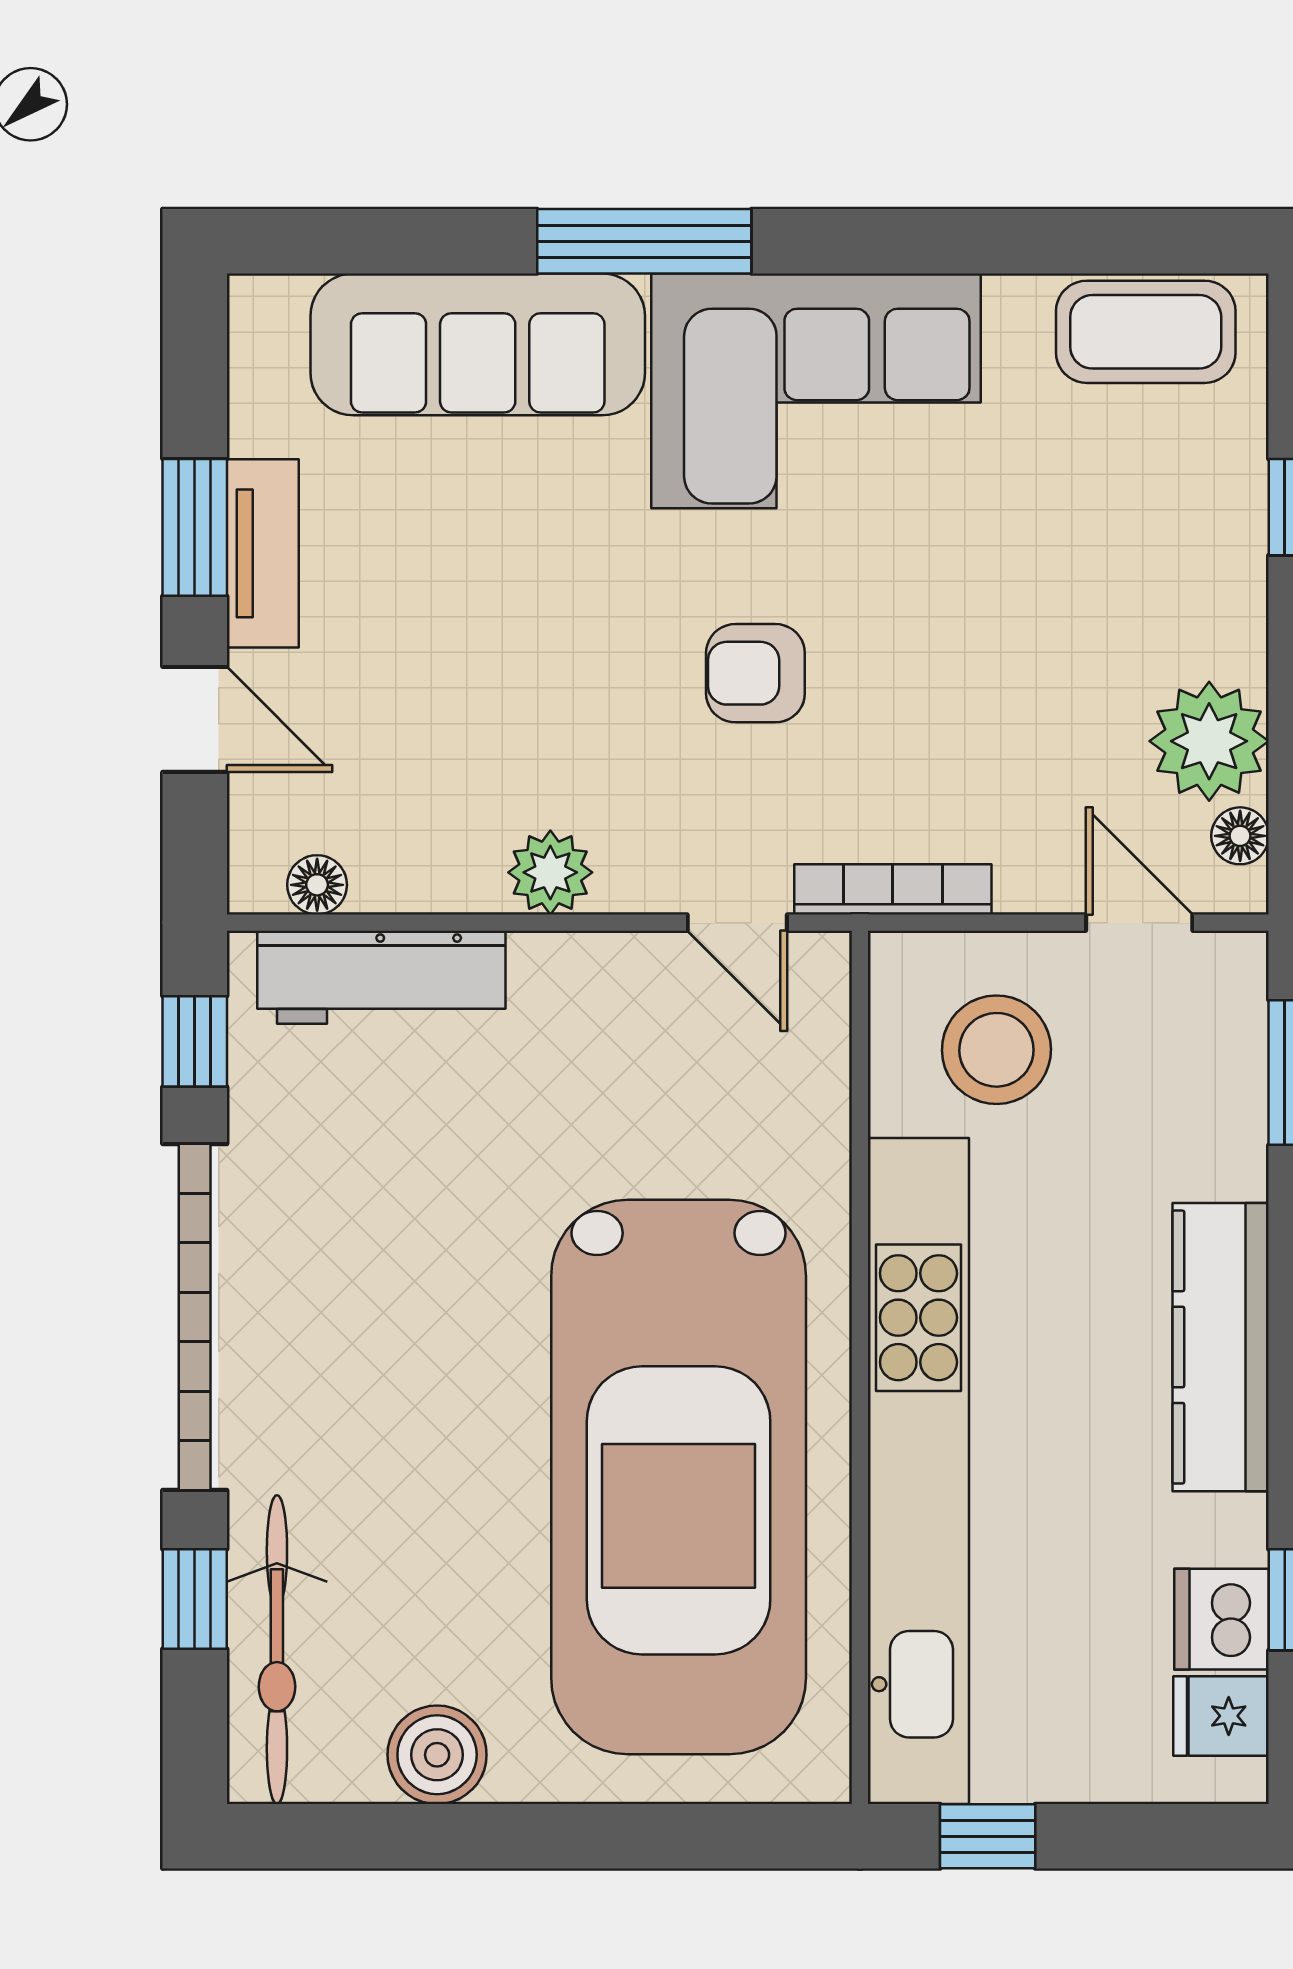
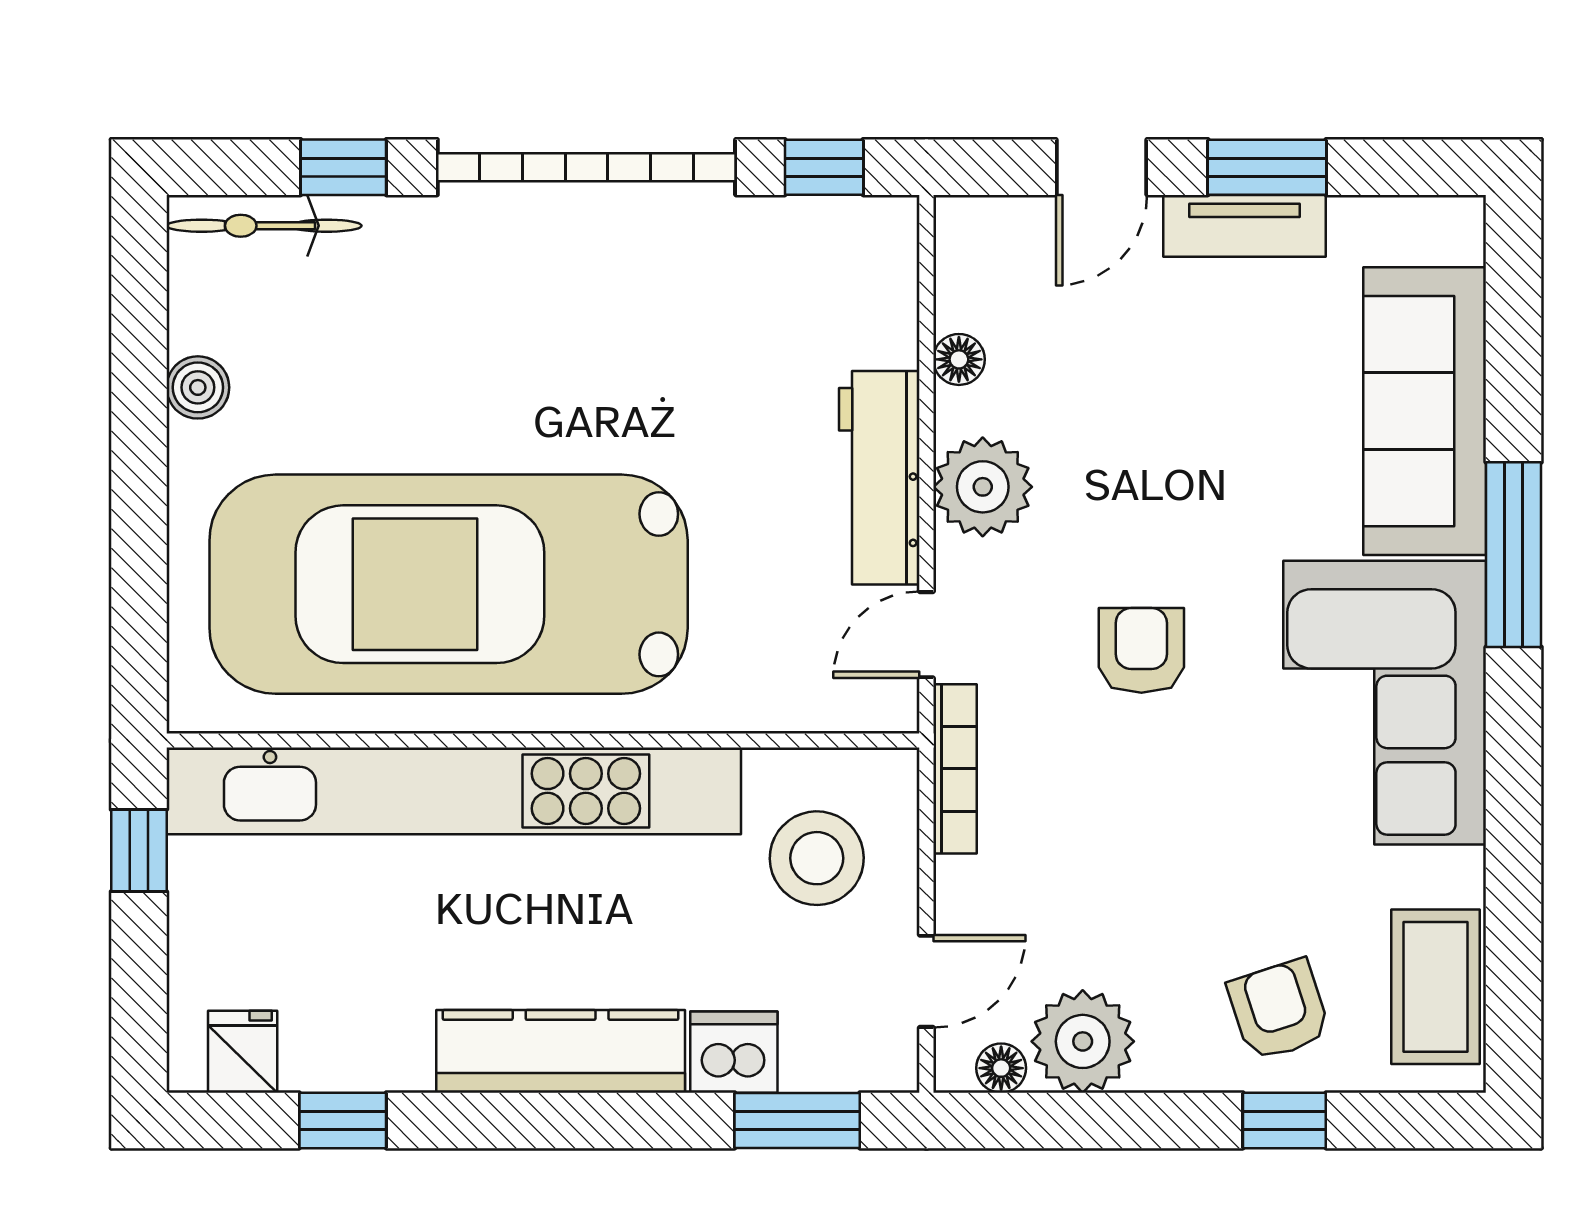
armchair: (1173, 514) -> (1279, 1010), added
plant: (550, 872) -> (983, 487), width x1.36, depth x1.36
floor lamp: (317, 885) -> (959, 359), moved
workbench: (381, 977) -> (879, 478), moved
dishwasher: (1221, 1619) -> (734, 1052), moved
bicycle: (277, 1650) -> (264, 226), width x0.73, depth x0.71
boiler: (437, 1755) -> (198, 387), width x0.73, depth x0.73

